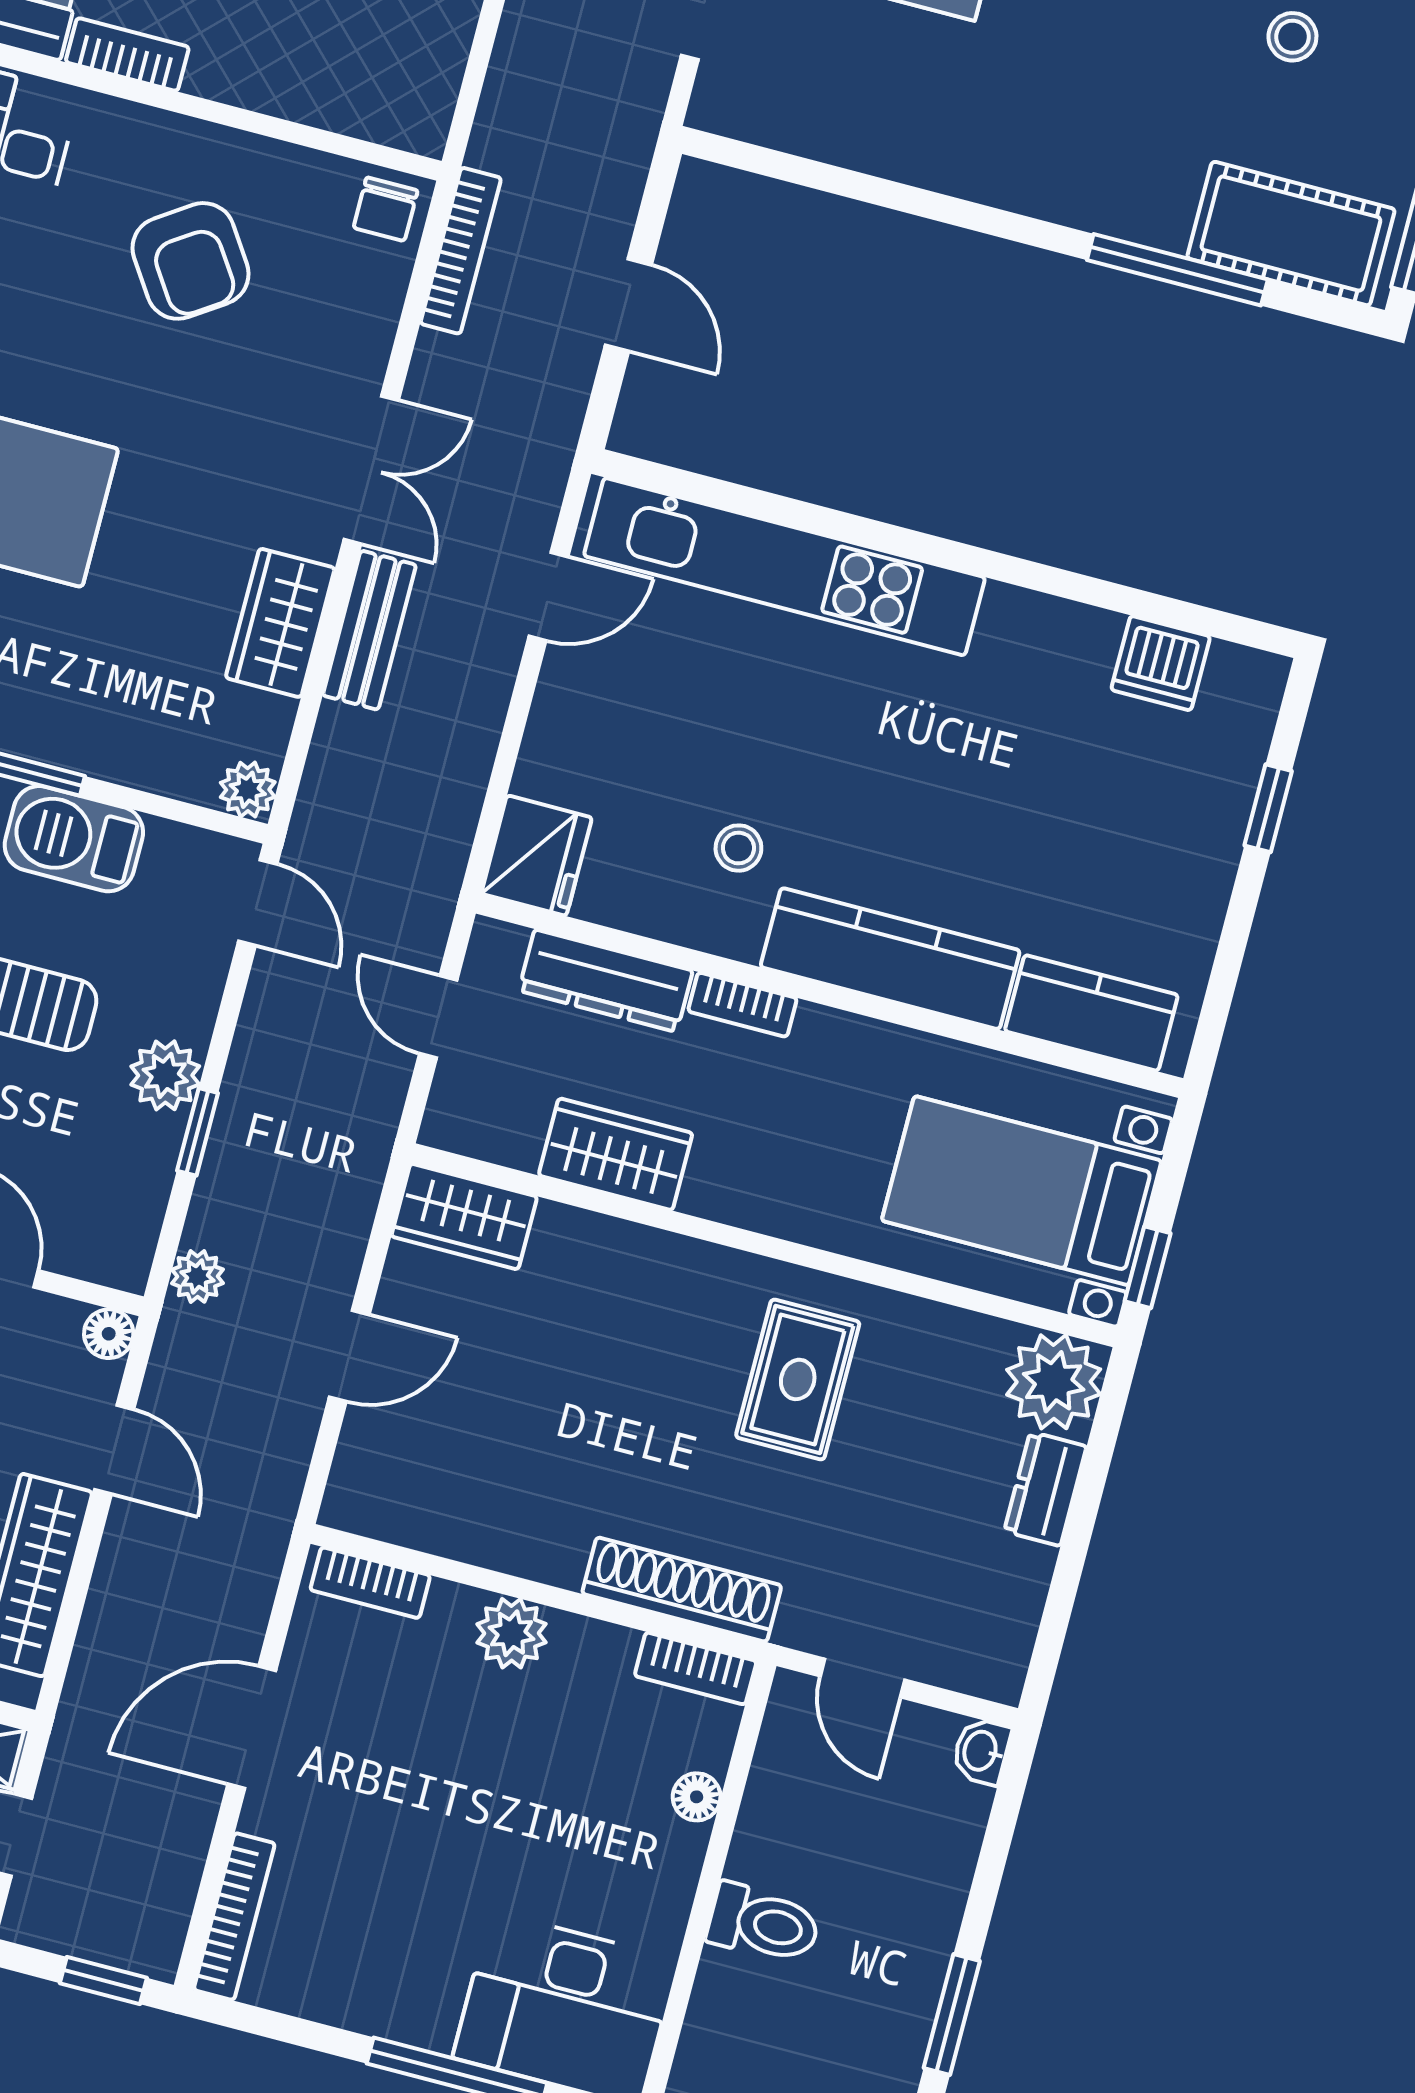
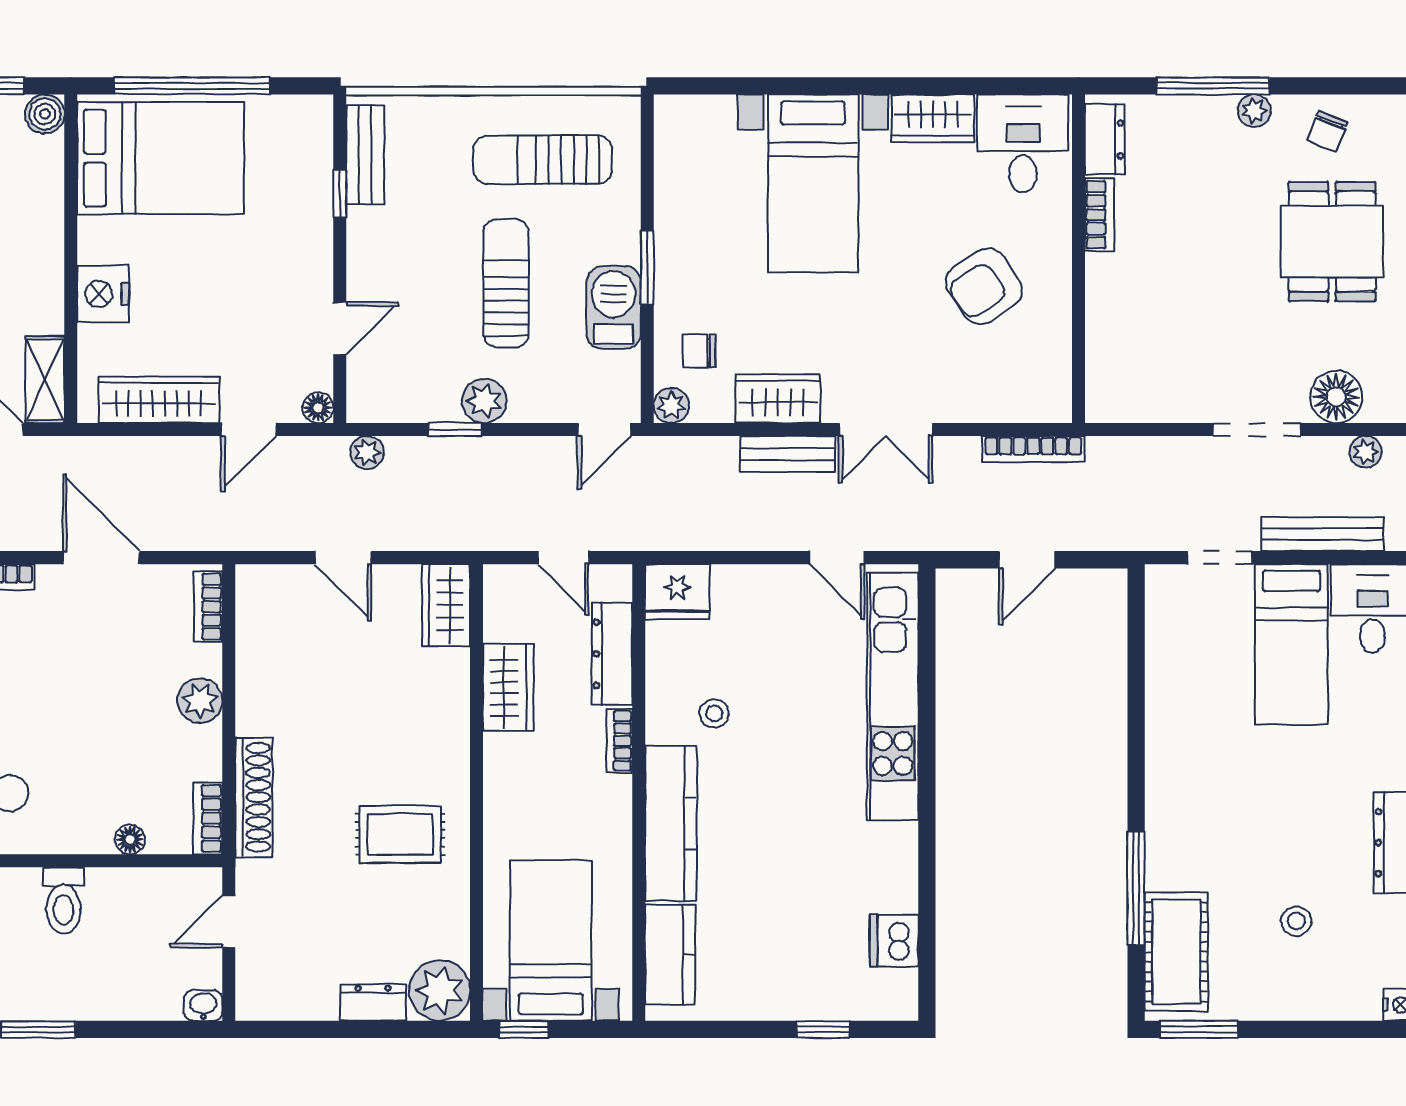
chair: (385, 209) -> (699, 351), moved
door: (438, 1017) -> (563, 558), swing flipped

